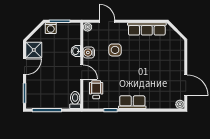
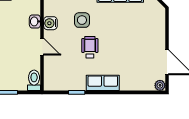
wheelchair: (96, 90) -> (90, 47), moved

